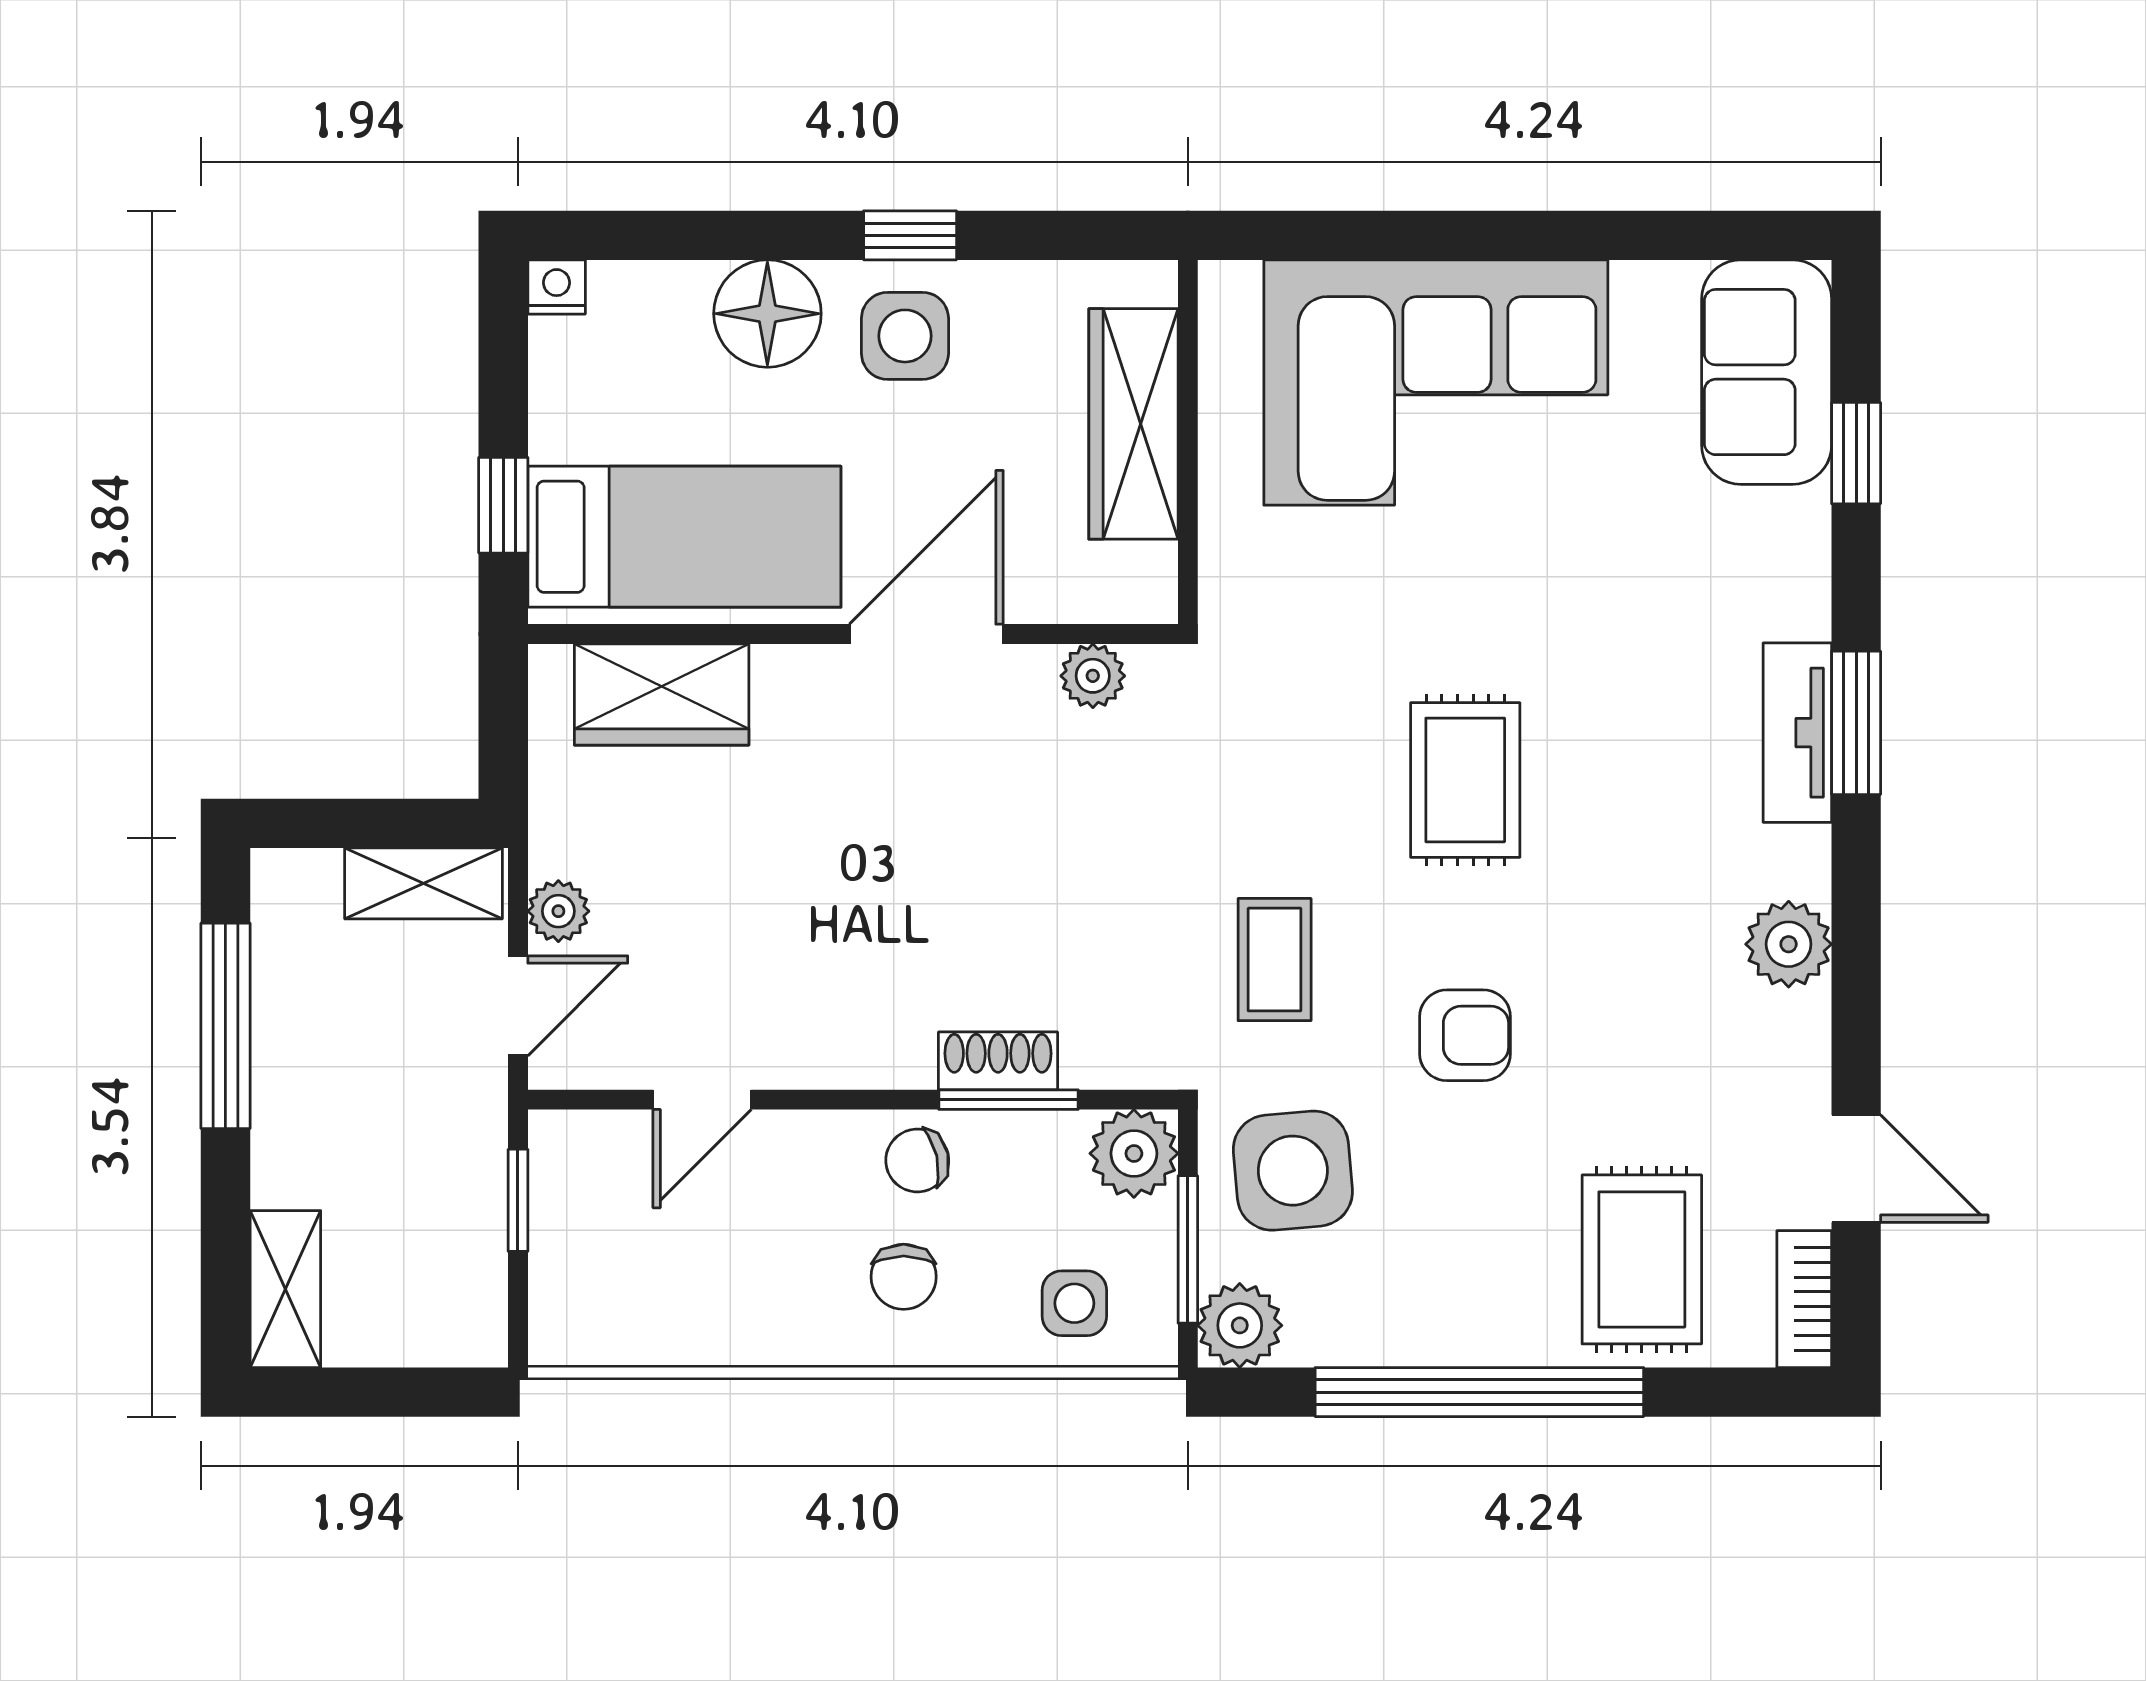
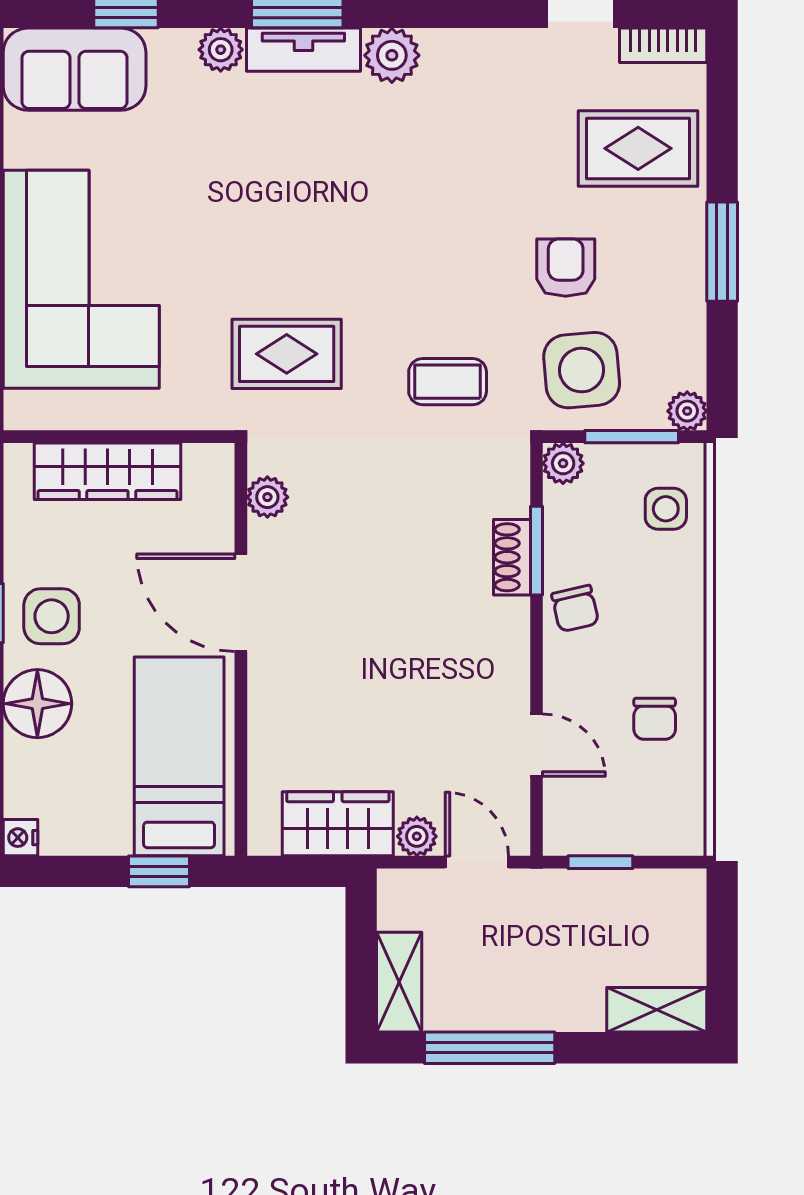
plant: (1797, 602) -> (221, 50), added
wardrobe: (662, 694) -> (338, 824), moved, turned -90
rug: (1465, 780) -> (287, 354), moved
shelving: (424, 883) -> (399, 982), moved
plant: (1789, 944) -> (392, 55), moved
armchair: (1465, 1035) -> (566, 268), moved
plant: (1134, 1153) -> (563, 463), width x0.73, depth x0.73
chair: (904, 1277) -> (655, 719), moved, turned 90
plant: (1240, 1325) -> (687, 411), width x0.73, depth x0.73
window: (1479, 1392) -> (722, 252), width x0.47

